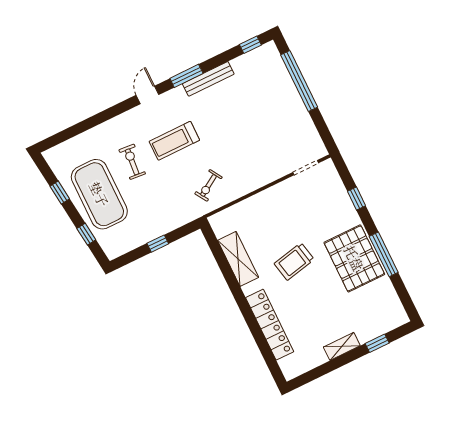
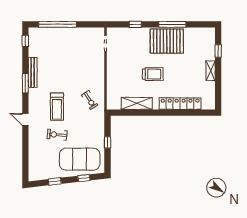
door: (147, 95) -> (25, 120), moved
exercise mat: (99, 194) -> (80, 159), moved
trolley: (294, 261) -> (153, 74), turned -78

